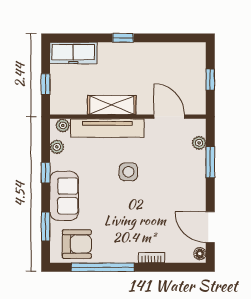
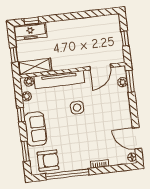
window: (123, 38) -> (31, 21), moved
shelving: (112, 105) -> (35, 67), moved
door: (169, 117) -> (100, 67), swing flipped
window: (210, 162) -> (130, 81), moved

